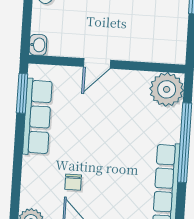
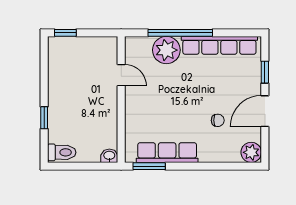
door: (97, 63) -> (121, 75), moved
plant: (167, 89) -> (166, 50), moved

